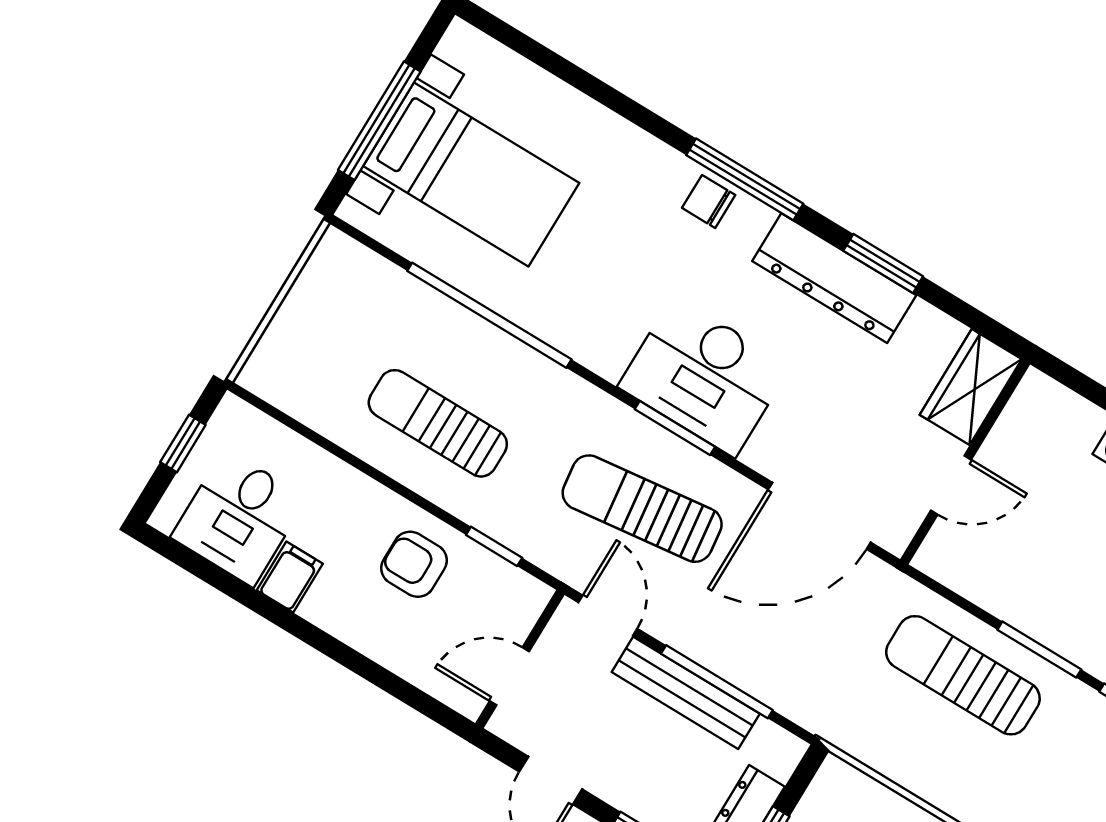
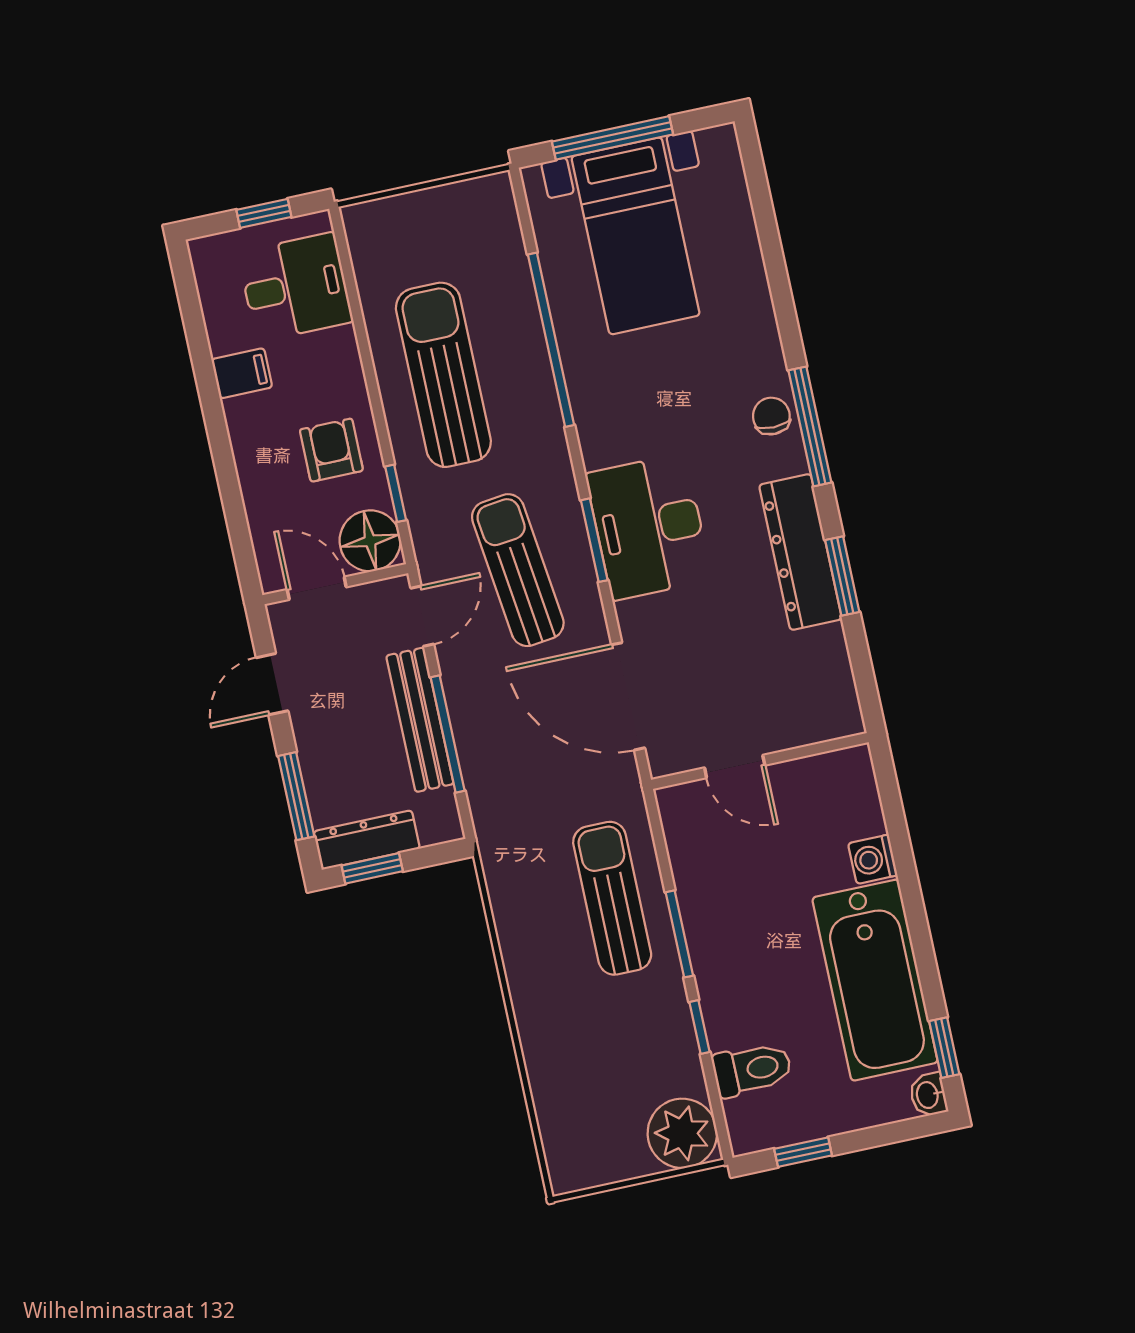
wardrobe: (971, 387) -> (815, 716), removed
sun lounger: (438, 423) -> (443, 375), width x1.36, depth x1.34
desk: (239, 518) -> (295, 287), moved, turned 180
floor lamp: (512, 601) -> (370, 541), added

